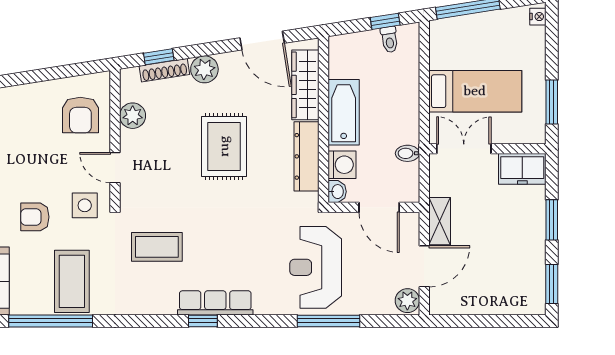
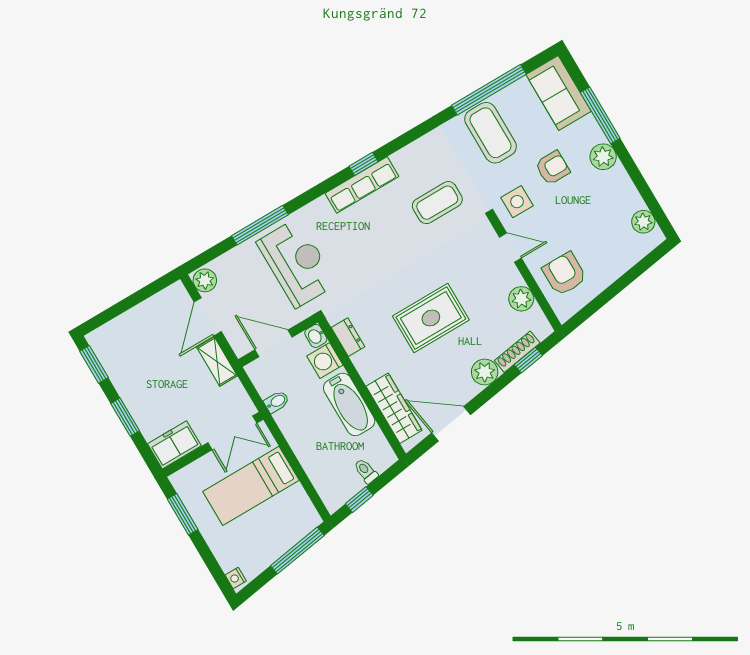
toilet: (389, 39) -> (366, 471), moved
rug: (224, 146) -> (431, 318), turned 90
dresser: (306, 156) -> (348, 337), width x0.51, depth x0.80

